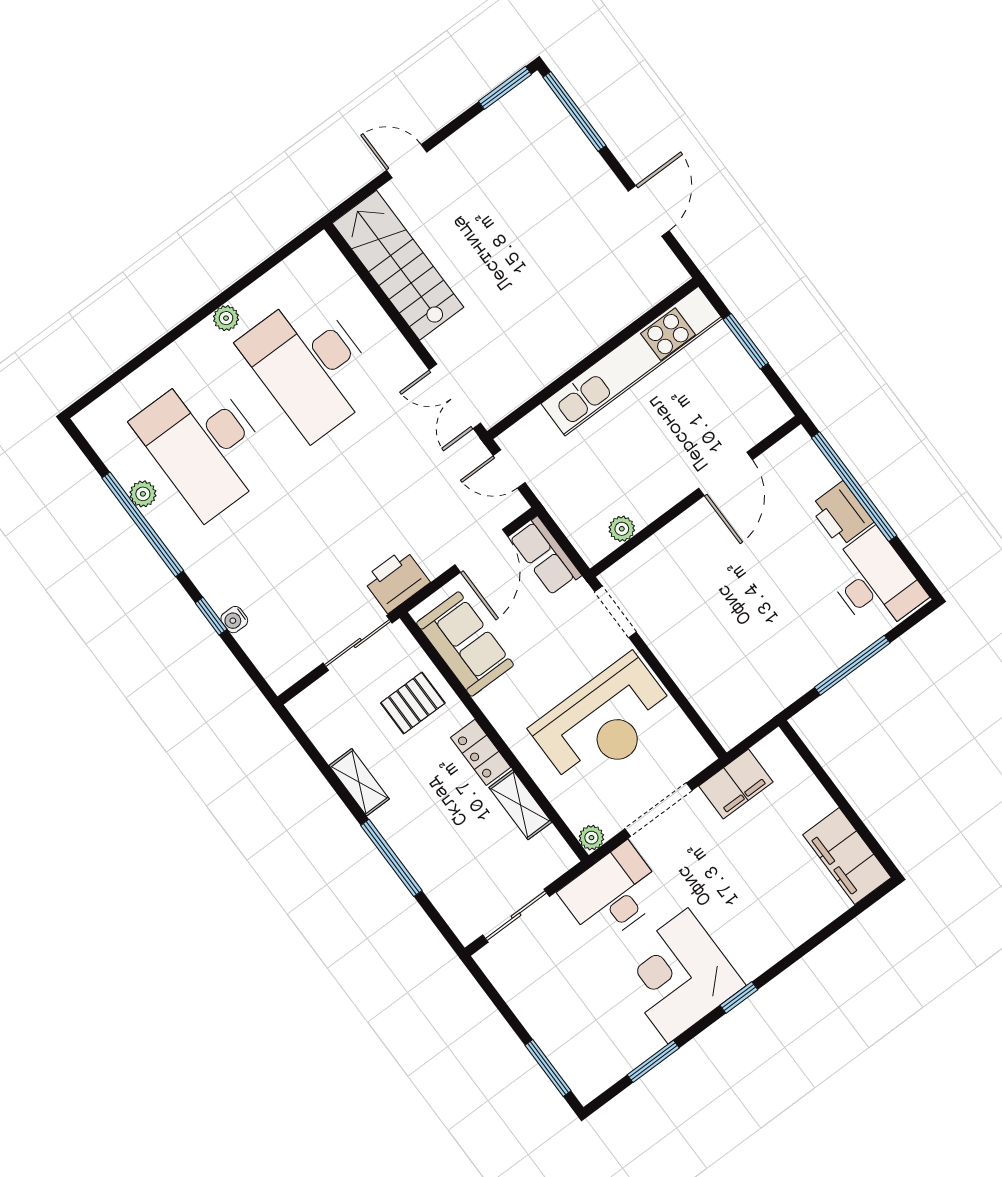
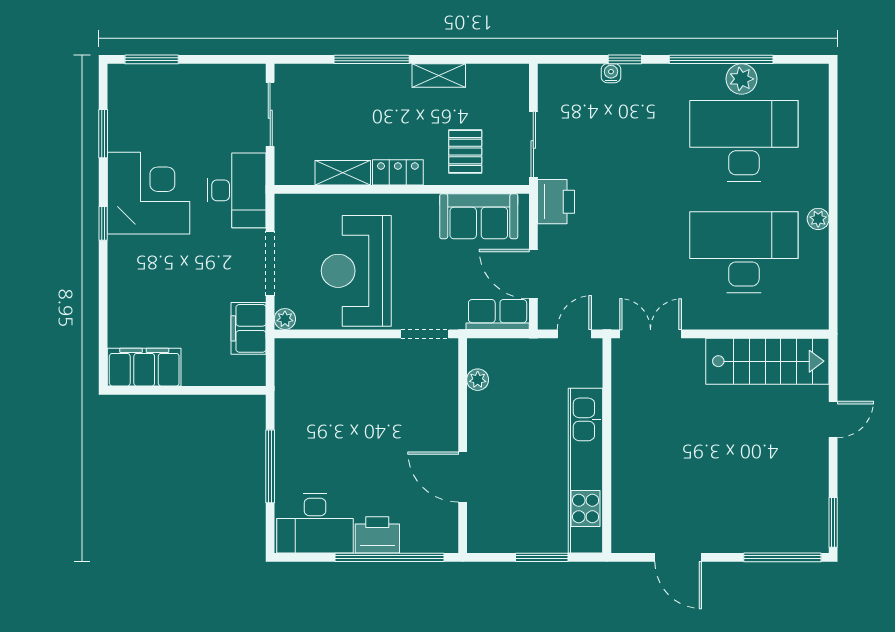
plant: (143, 494) -> (741, 79), width x1.38, depth x1.38
plant: (591, 838) -> (285, 319), moved

